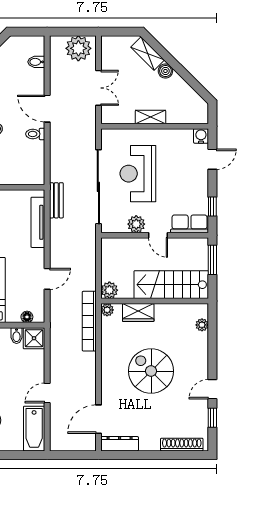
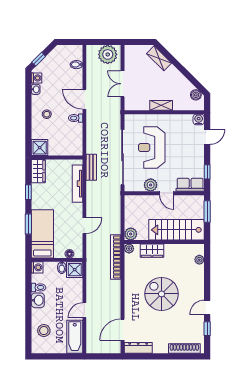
boiler: (165, 71) -> (196, 95), moved
double door: (98, 88) -> (123, 84), swing flipped

